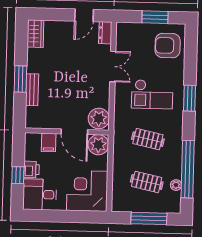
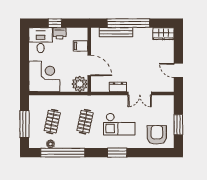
dresser: (105, 33) -> (118, 87), moved
window: (20, 79) -> (128, 23), width x2.11
bench: (32, 90) -> (116, 32), width x1.36
checkout: (152, 94) -> (119, 124), turned -90
plant: (99, 119) -> (100, 84), removed
door: (74, 132) -> (89, 65), swing flipped

